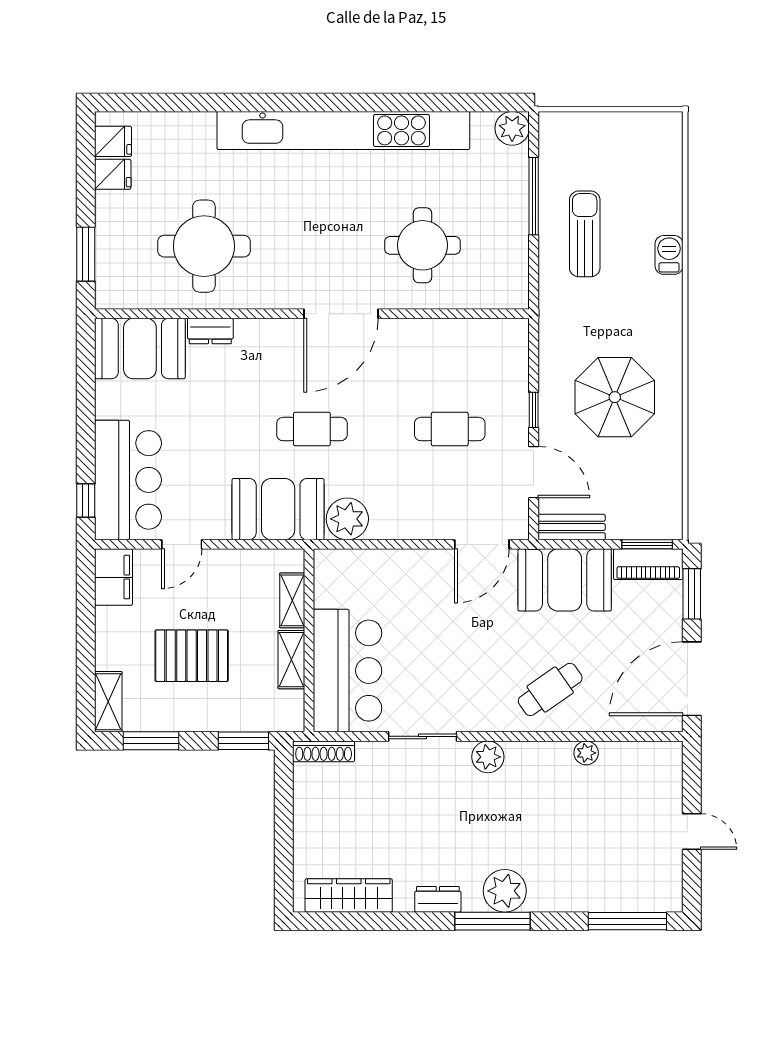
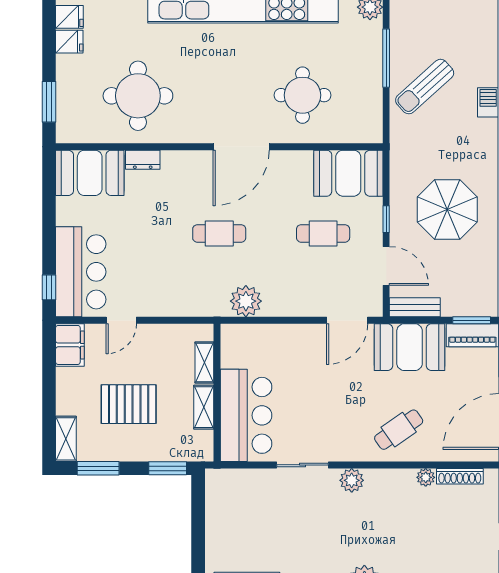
sun lounger: (585, 234) -> (425, 87), turned -132
booth: (278, 509) -> (348, 173), moved
shoe rack: (324, 751) -> (460, 476), moved

